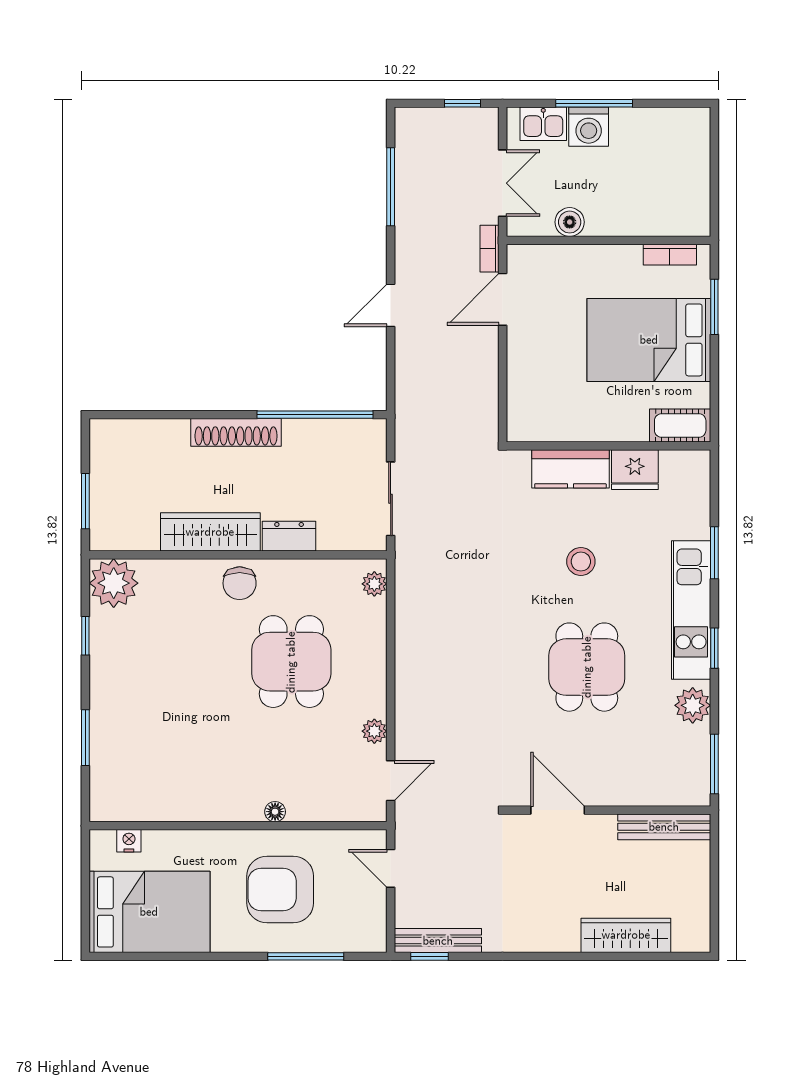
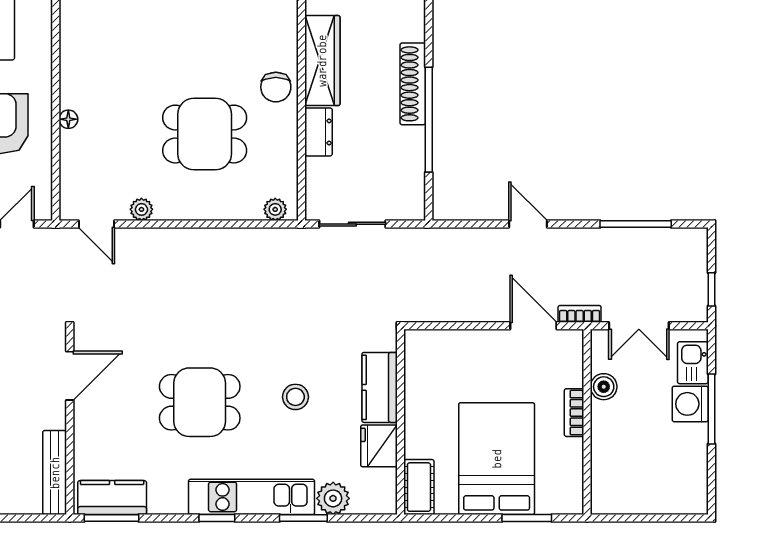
bookcase: (670, 255) -> (574, 413), moved
window: (315, 415) -> (429, 120), moved
chair: (240, 583) -> (276, 87), turned -90
plant: (693, 705) -> (333, 498), moved
kitchen counter: (692, 764) -> (112, 498), added

